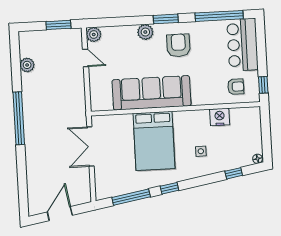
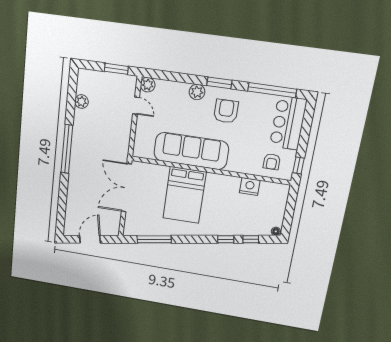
armchair: (236, 87) -> (272, 162), turned 90
double door: (90, 147) -> (126, 188), width x1.36
side table: (201, 151) -> (225, 213), removed
window: (169, 188) -> (226, 239), moved

